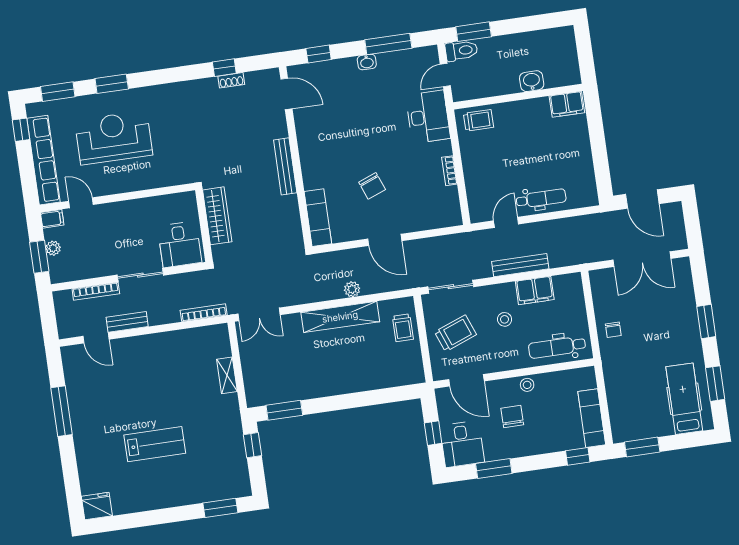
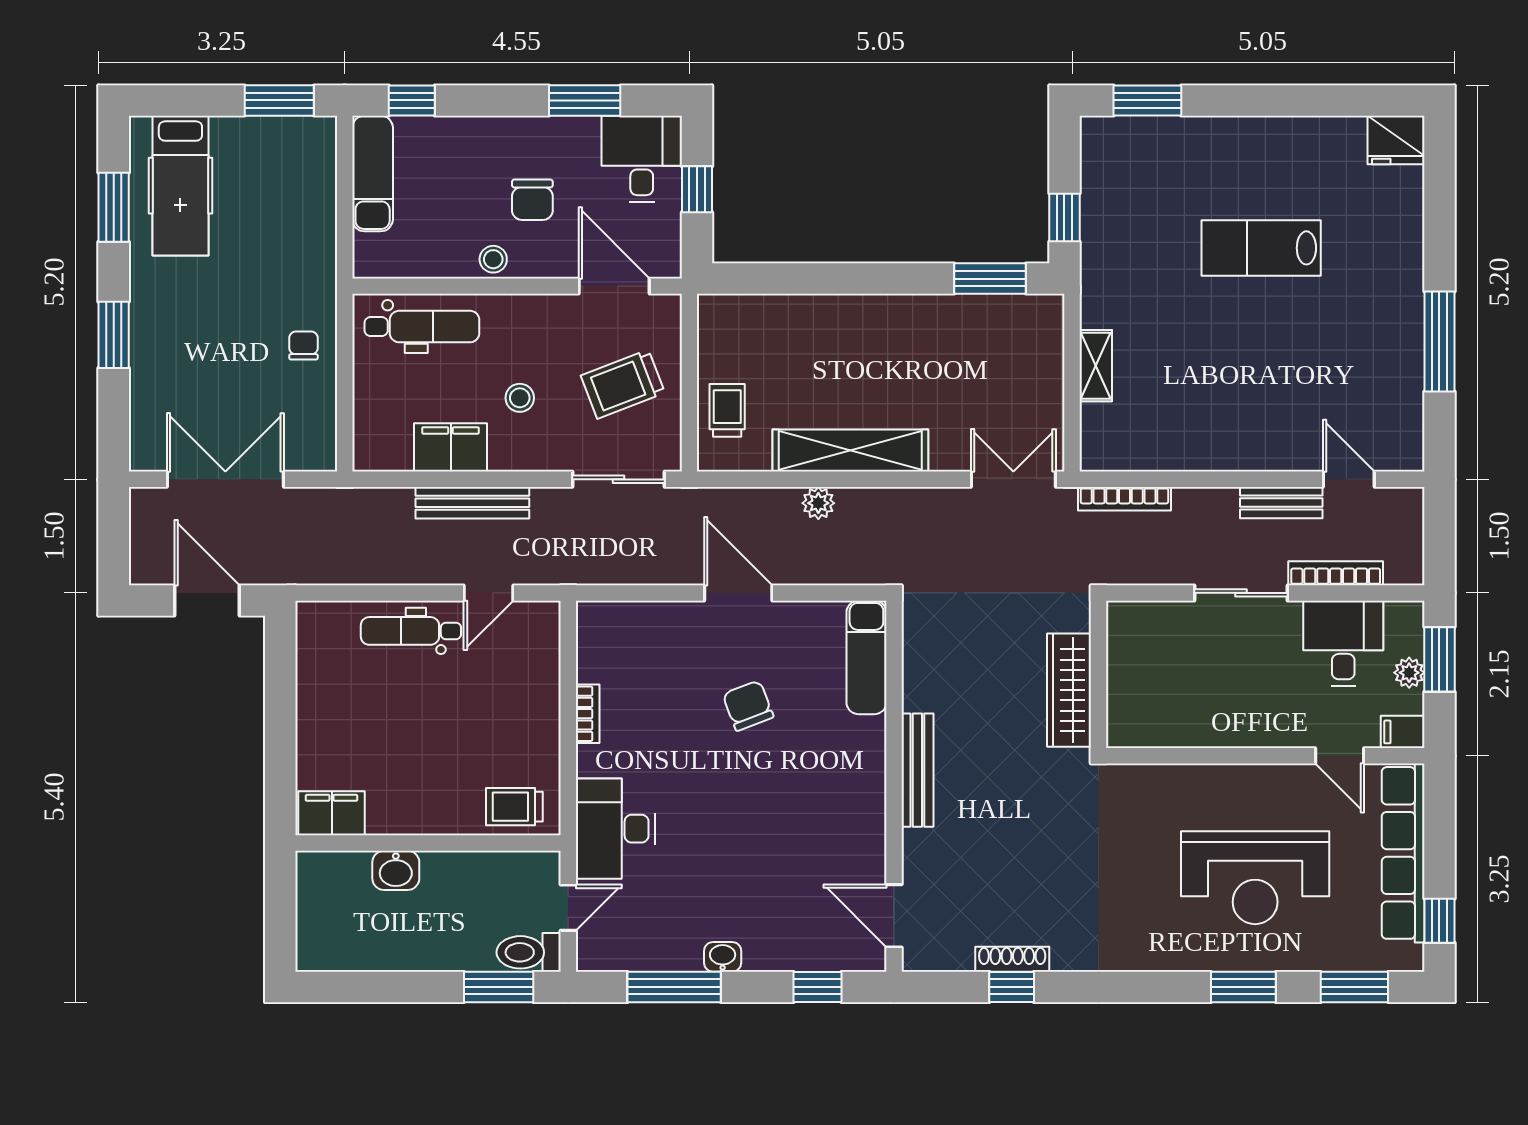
shoe rack: (231, 80) -> (1012, 959), width x1.43
desk: (180, 244) -> (1343, 643), moved

